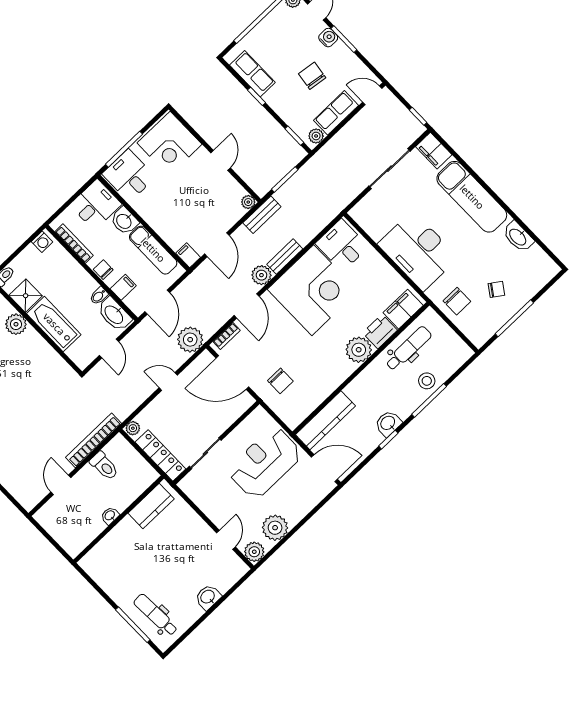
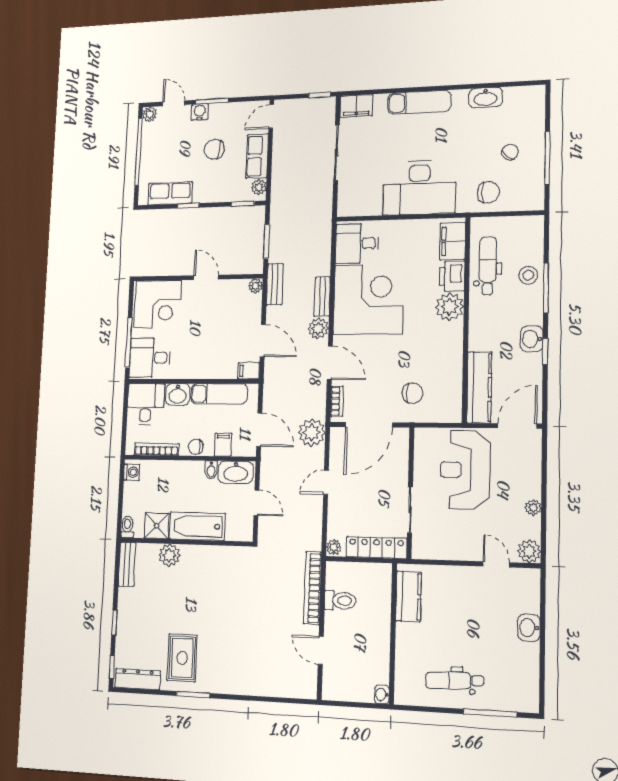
exam couch: (472, 197) -> (419, 102), width x0.73, depth x0.69
washbasin: (110, 516) -> (382, 694), moved
plant: (275, 528) -> (533, 508), width x0.53, depth x0.53
dental chair: (156, 615) -> (454, 681), moved

